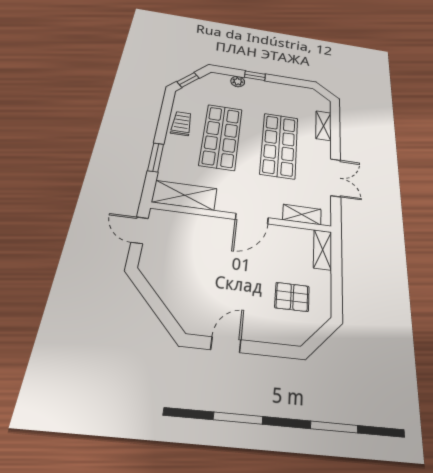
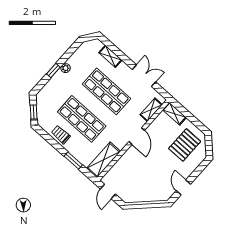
plant: (238, 81) -> (66, 68), moved
door: (140, 230) -> (108, 191), hinge flipped
pallet: (292, 297) -> (185, 145), width x1.50, depth x1.42

